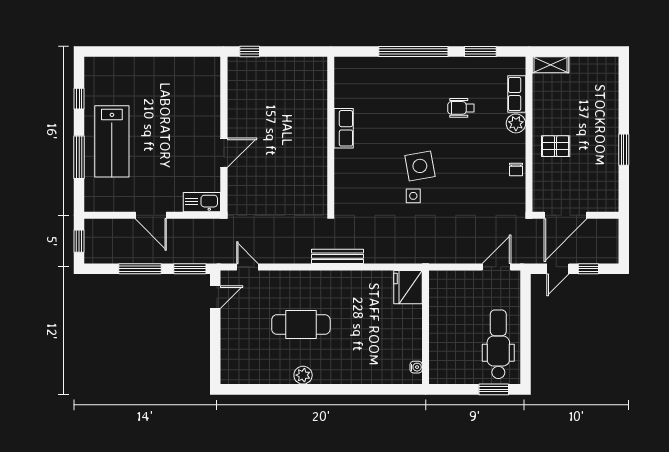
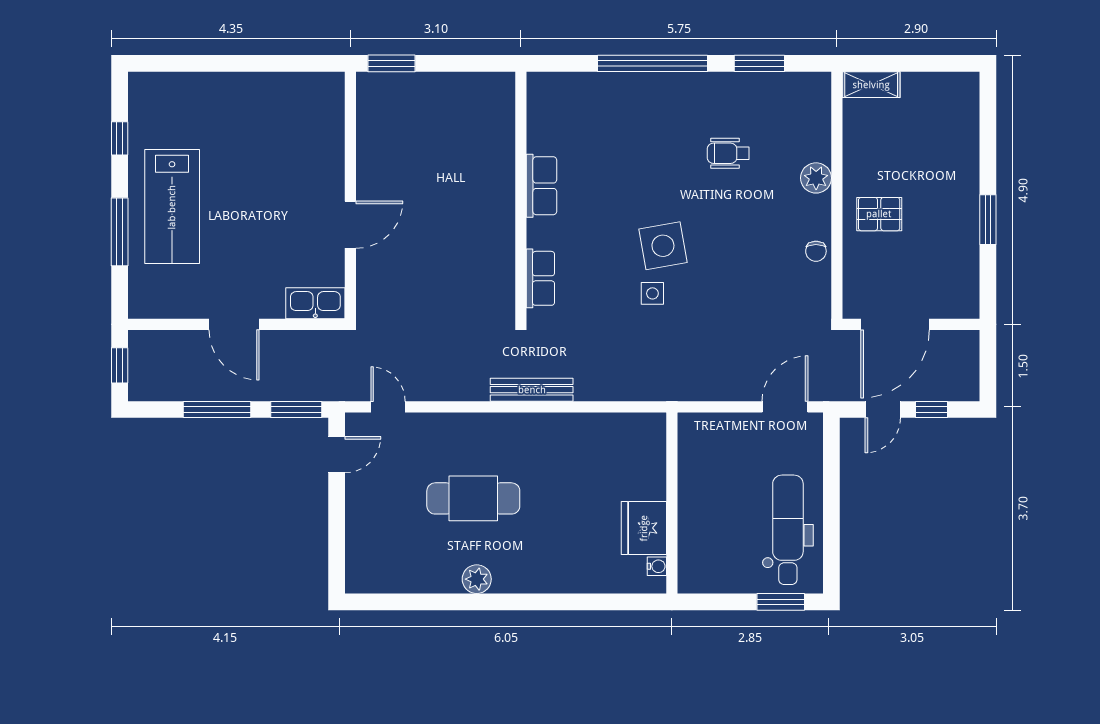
window: (250, 52) -> (392, 63), width x1.50
row of seats: (517, 94) -> (540, 278), moved, turned 180
fridge: (408, 287) -> (644, 528), moved

